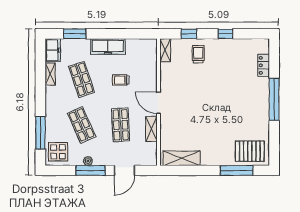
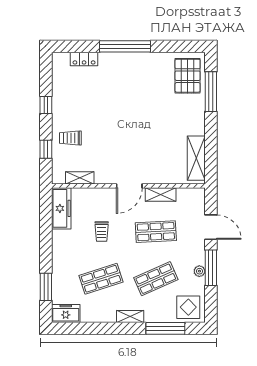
freezer: (108, 46) -> (61, 208), moved
shelving: (165, 50) -> (80, 178), moved
shelving: (50, 74) -> (130, 317), moved

